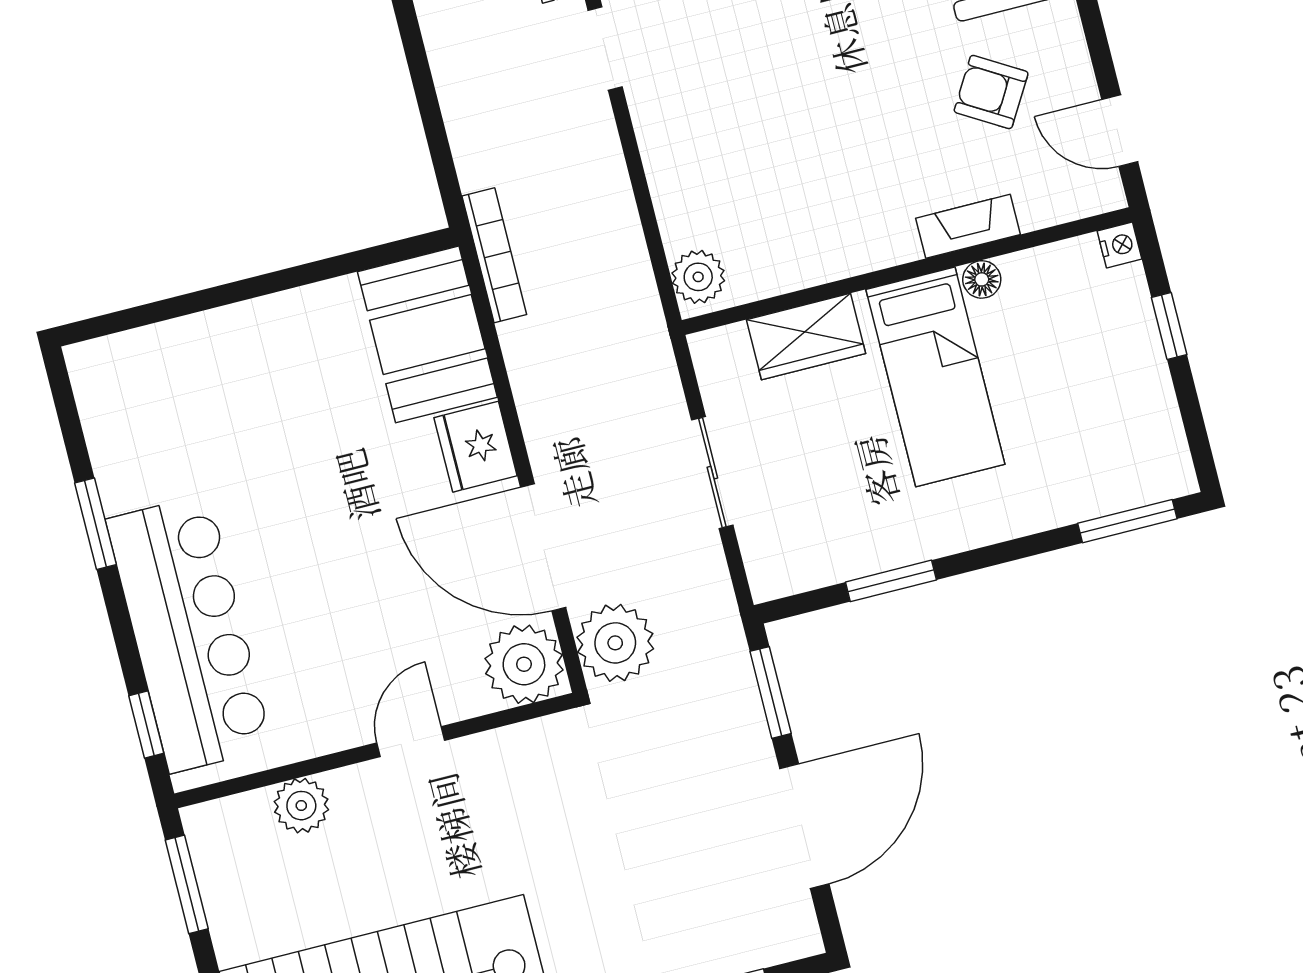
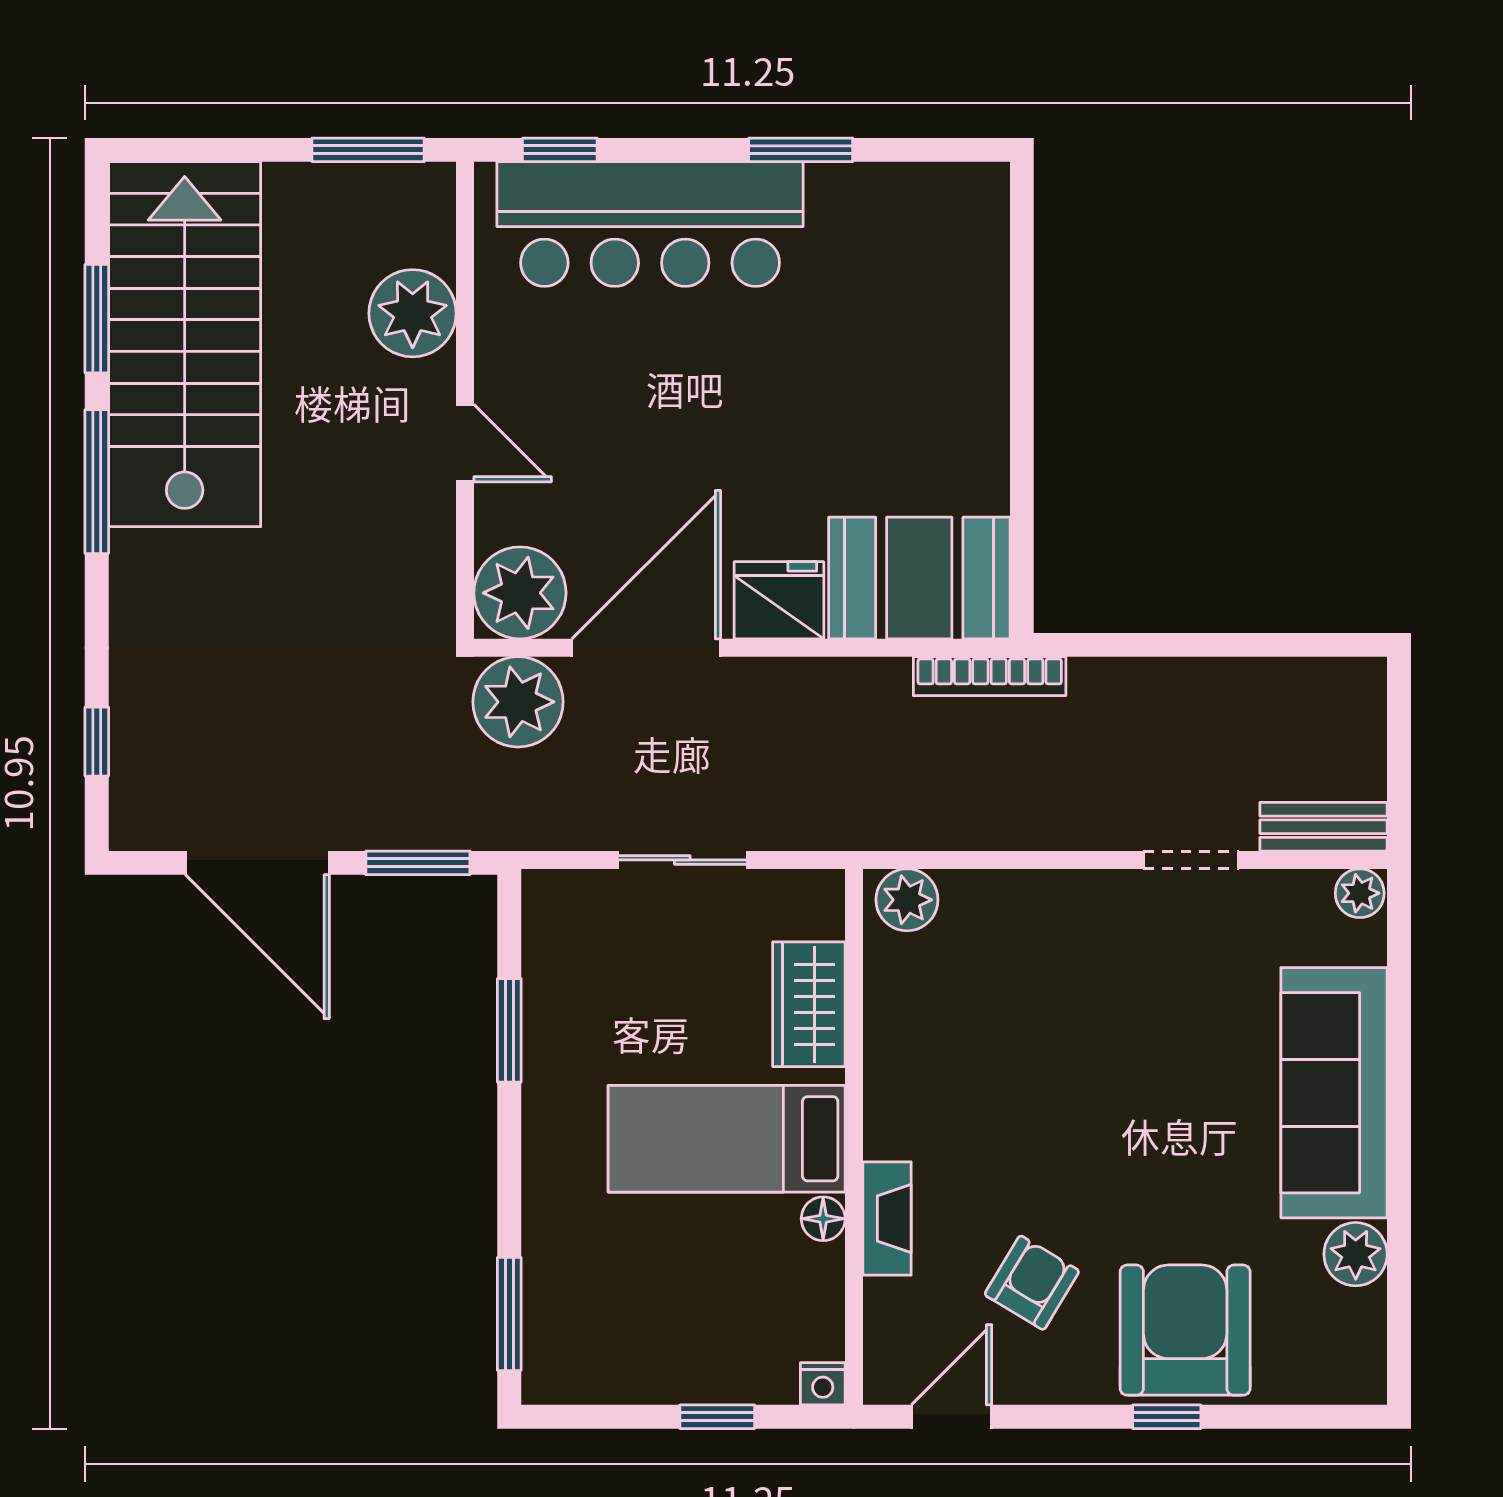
plant: (301, 806) -> (413, 313), width x1.36, depth x1.36

